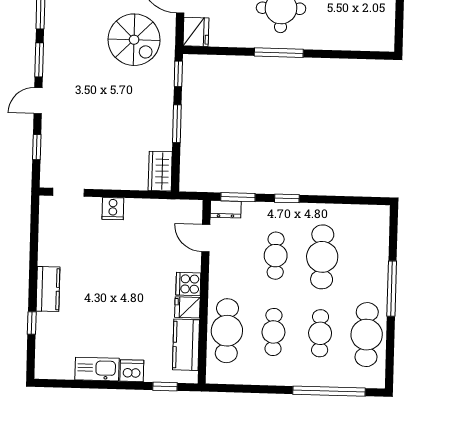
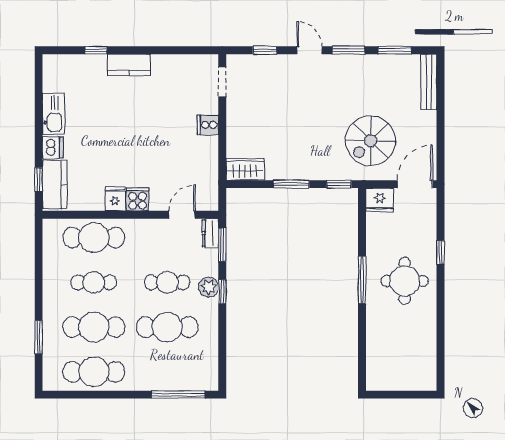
plant: (282, 213) -> (209, 287), added
window: (392, 289) -> (178, 395), moved
cafe table: (320, 333) -> (94, 327), width x1.37, depth x1.35
kitchen counter: (186, 345) -> (55, 185), moved, turned 90
window: (329, 391) -> (39, 337), width x0.47

